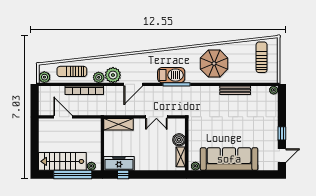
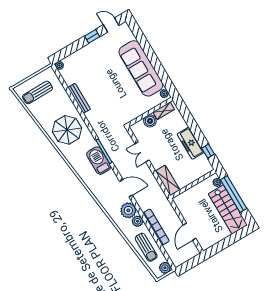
double door: (156, 117) -> (142, 152), swing flipped
freezer: (119, 163) -> (191, 143), moved

